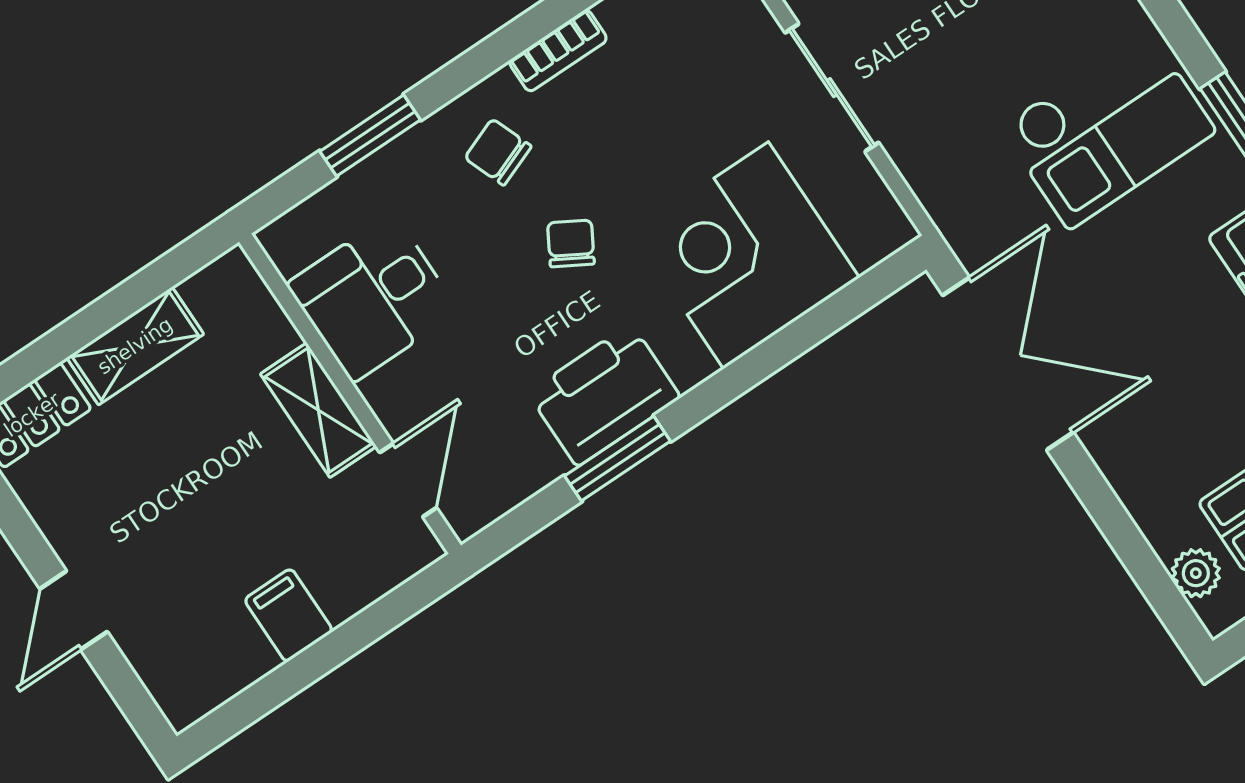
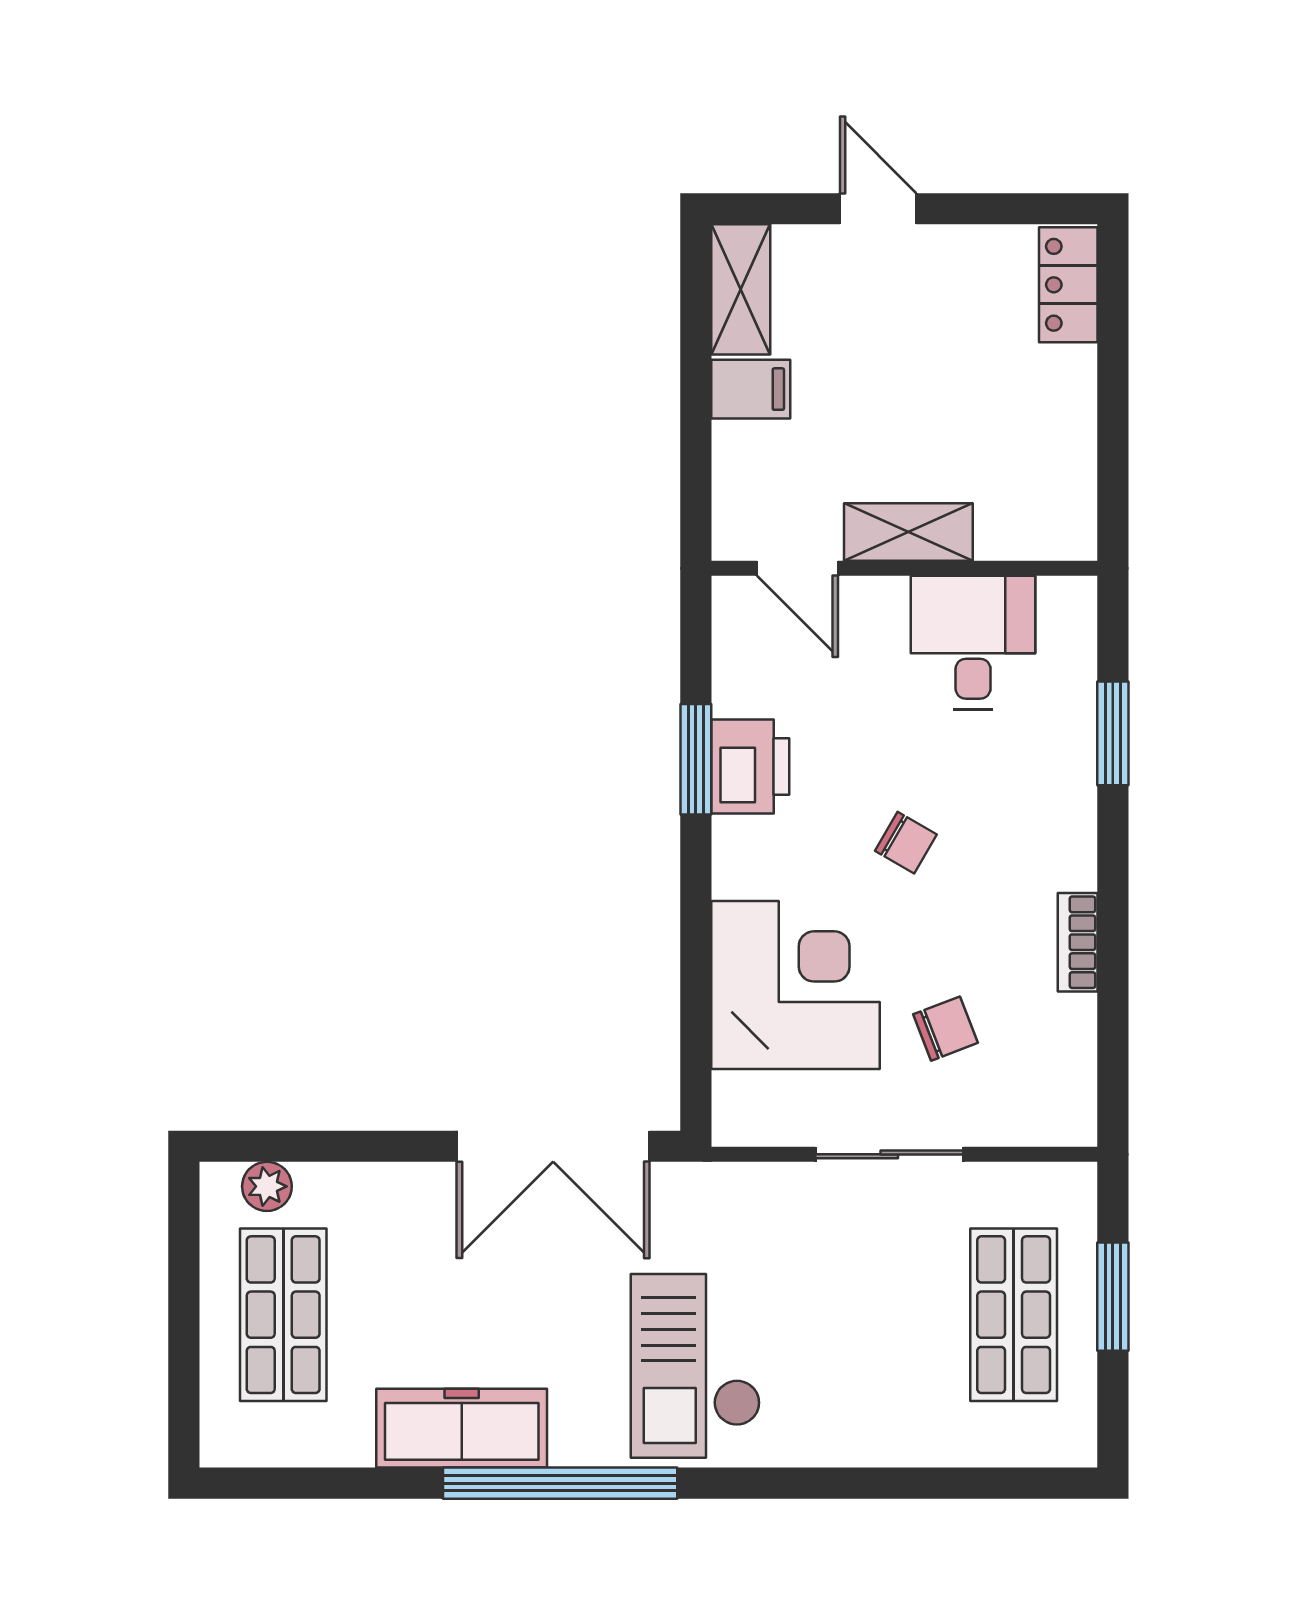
chair: (498, 152) -> (945, 1029), moved
shelving: (135, 346) -> (741, 289), moved
printer: (604, 395) -> (750, 766), width x0.73, depth x0.84

